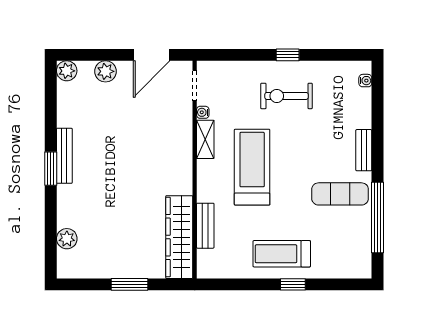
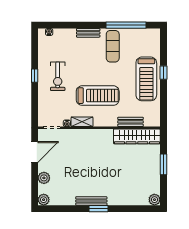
door: (152, 55) -> (35, 152), hinge flipped
treadmill: (252, 167) -> (98, 96), turned 180
plant: (67, 239) -> (154, 200), moved
treadmill: (282, 254) -> (146, 79), width x1.37, depth x1.38

